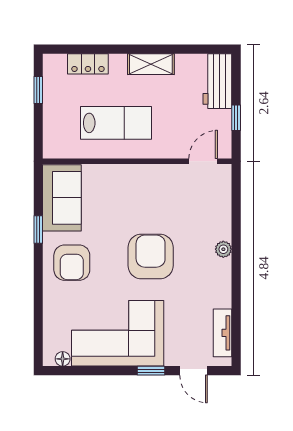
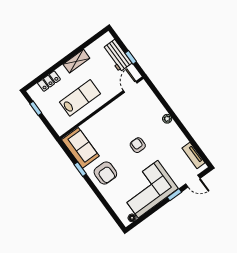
workbench: (217, 81) -> (117, 56), moved
armchair: (151, 257) -> (138, 145), width x0.53, depth x0.53

